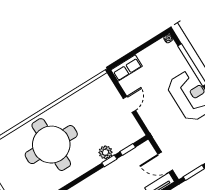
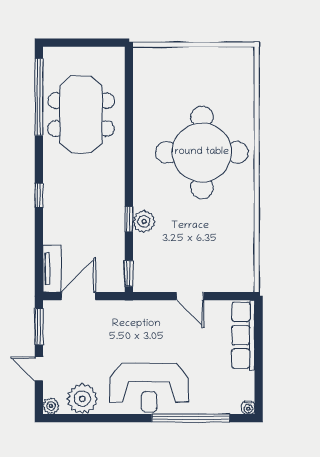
row of seats: (127, 68) -> (243, 335), width x1.48
window: (128, 149) -> (129, 273), moved

